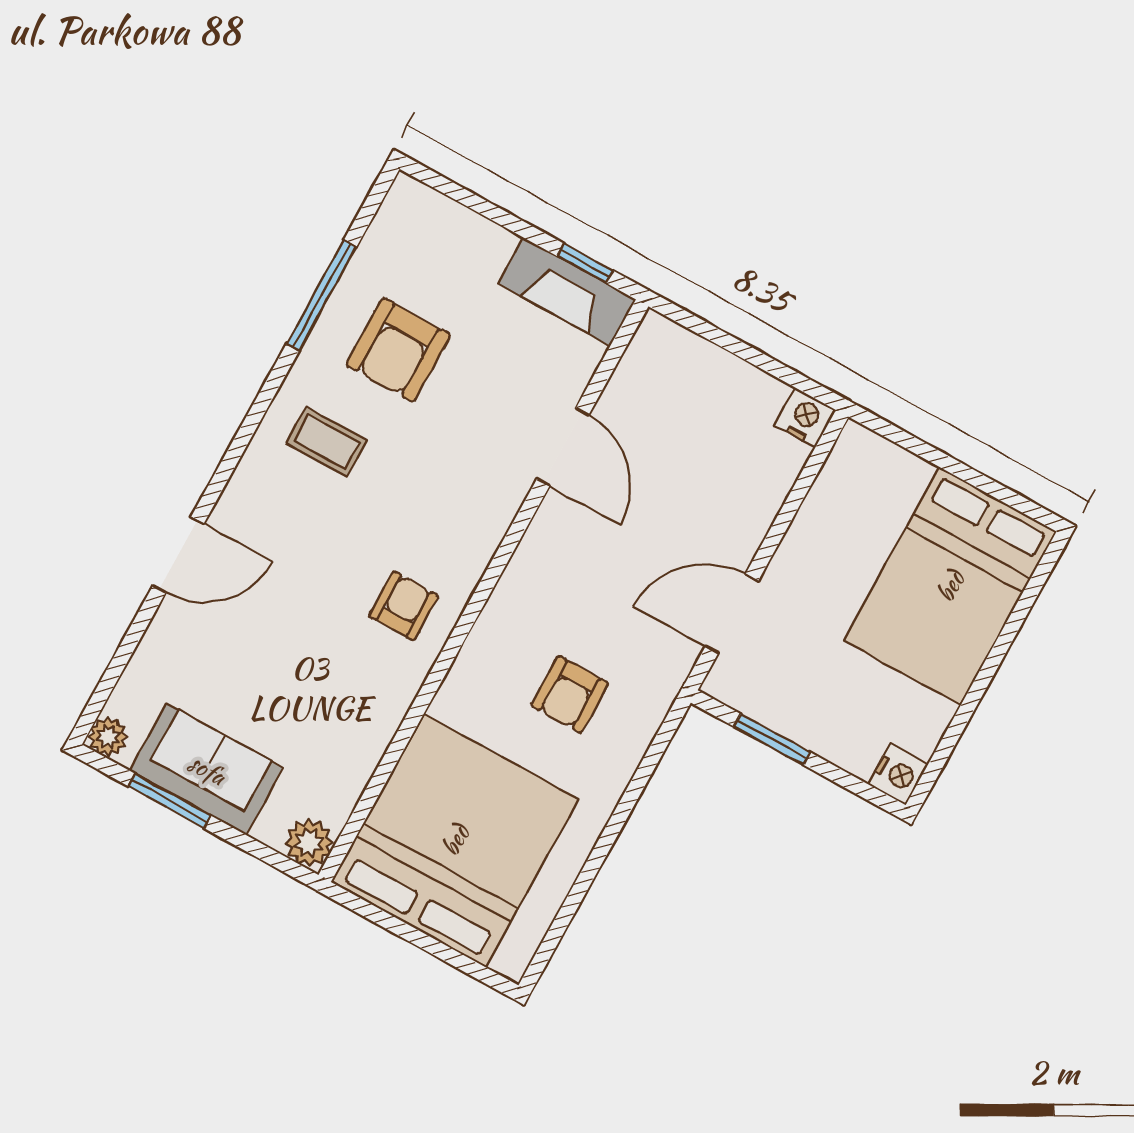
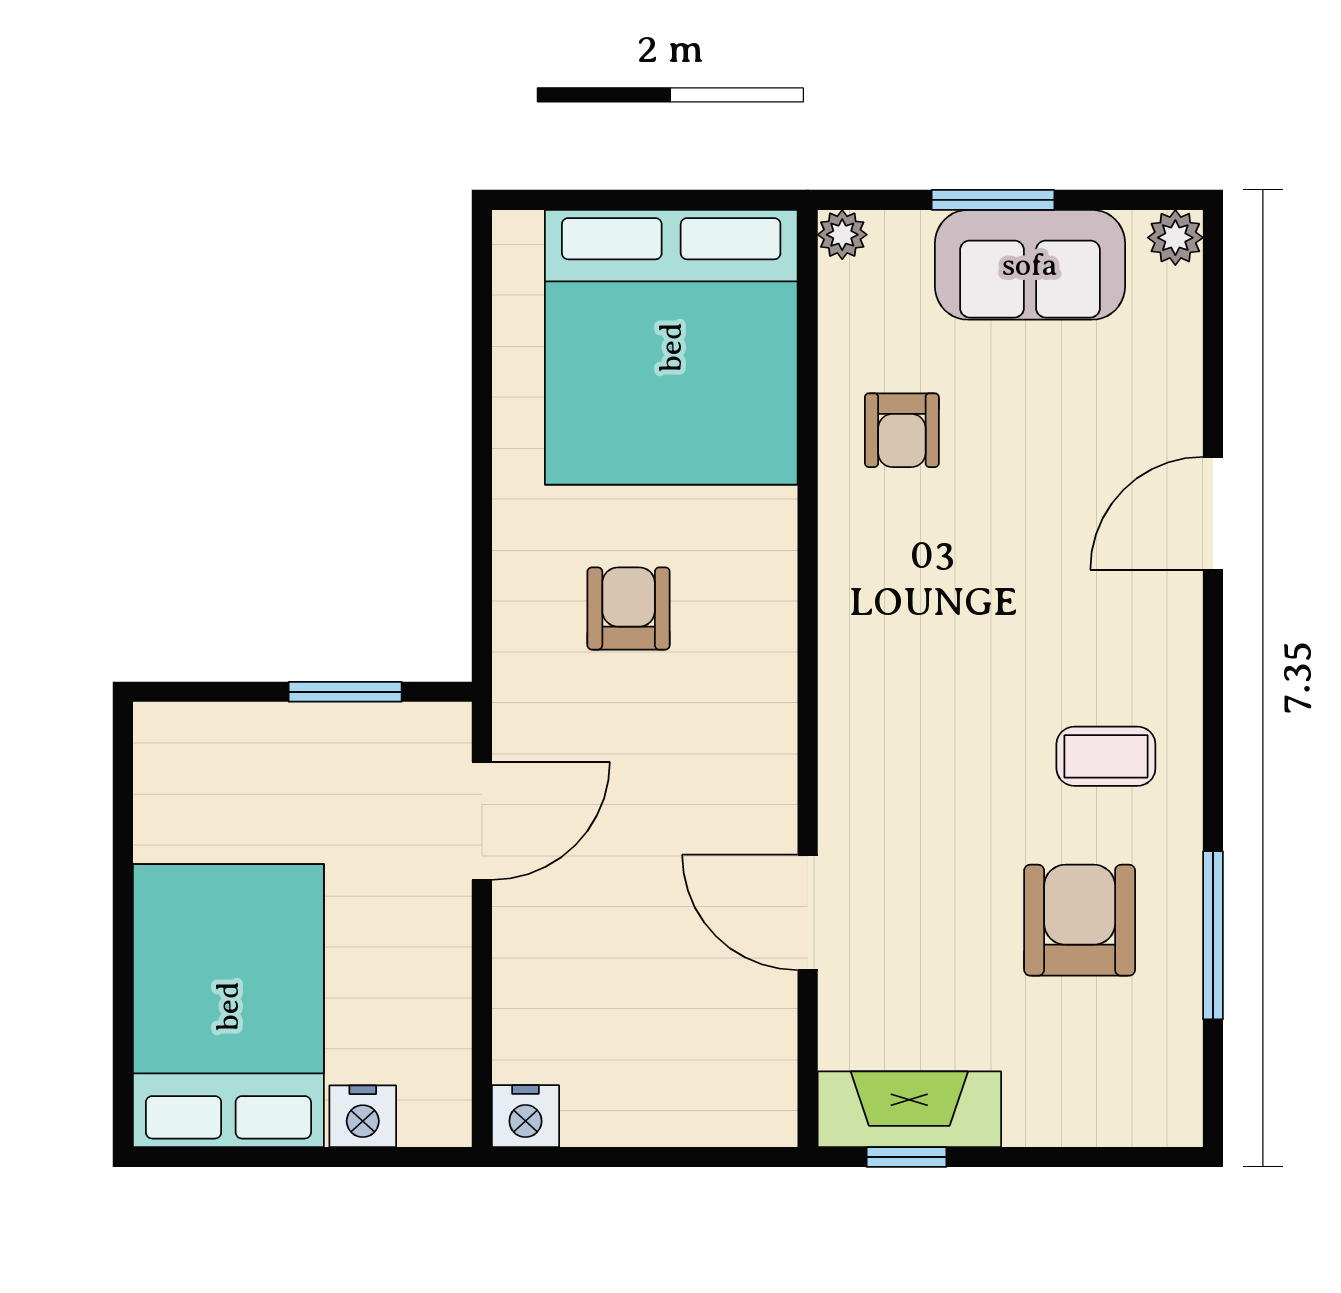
armchair: (404, 606) -> (902, 430), moved
nightstand: (898, 774) -> (363, 1116), moved, turned -90
window: (169, 801) -> (993, 200), moved
plant: (309, 843) -> (842, 235), width x0.73, depth x0.73

